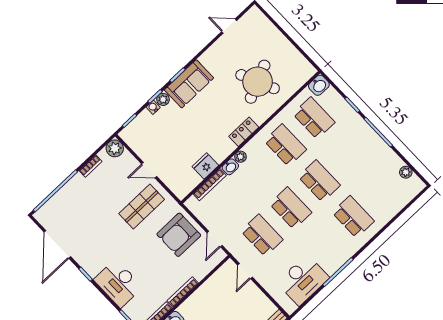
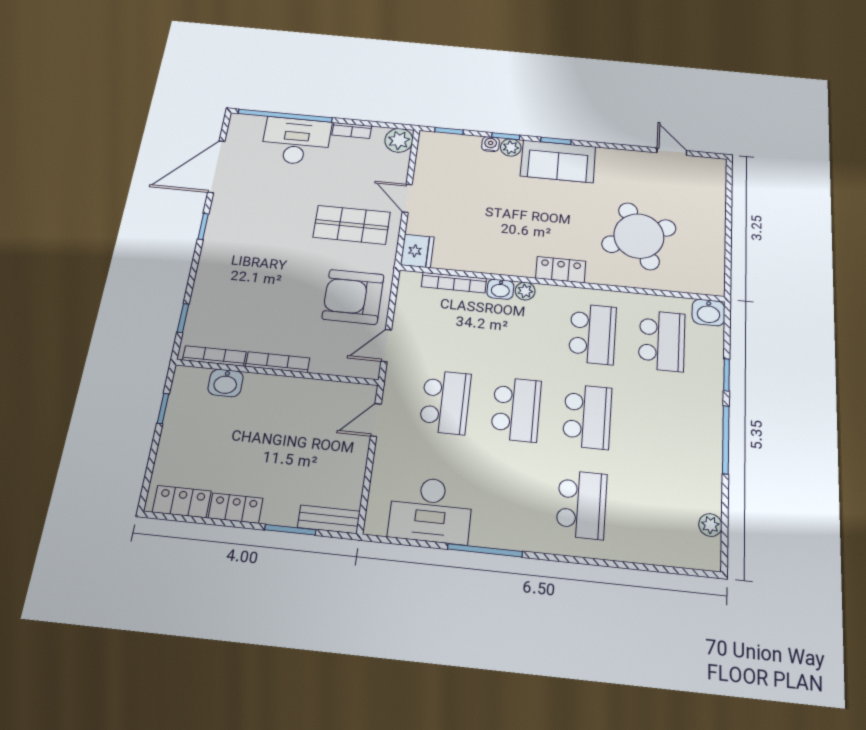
fridge: (205, 166) -> (417, 251), moved, turned 90
desk: (118, 283) -> (296, 141), moved, turned 90

